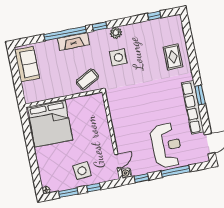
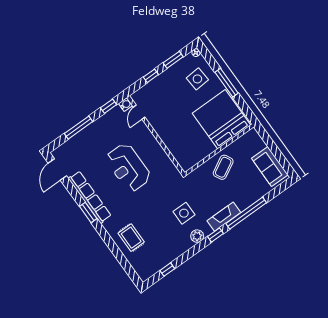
fireplace: (73, 41) -> (224, 217), moved
coffee table: (87, 79) -> (223, 167), moved
reception desk: (167, 145) -> (128, 168), moved
window: (31, 153) -> (227, 83), added
side table: (82, 171) -> (197, 79), moved

